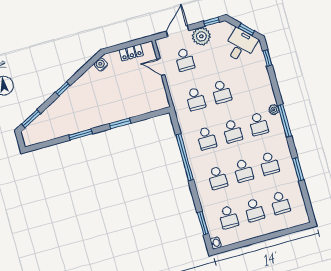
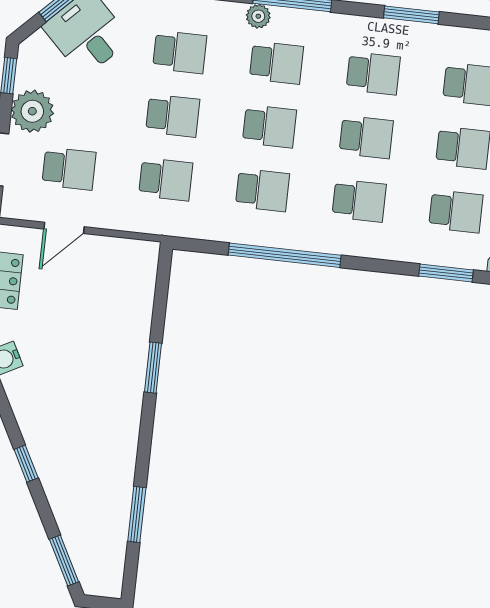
school desk: (247, 85) -> (180, 52), added
window: (81, 134) -> (137, 514), moved

